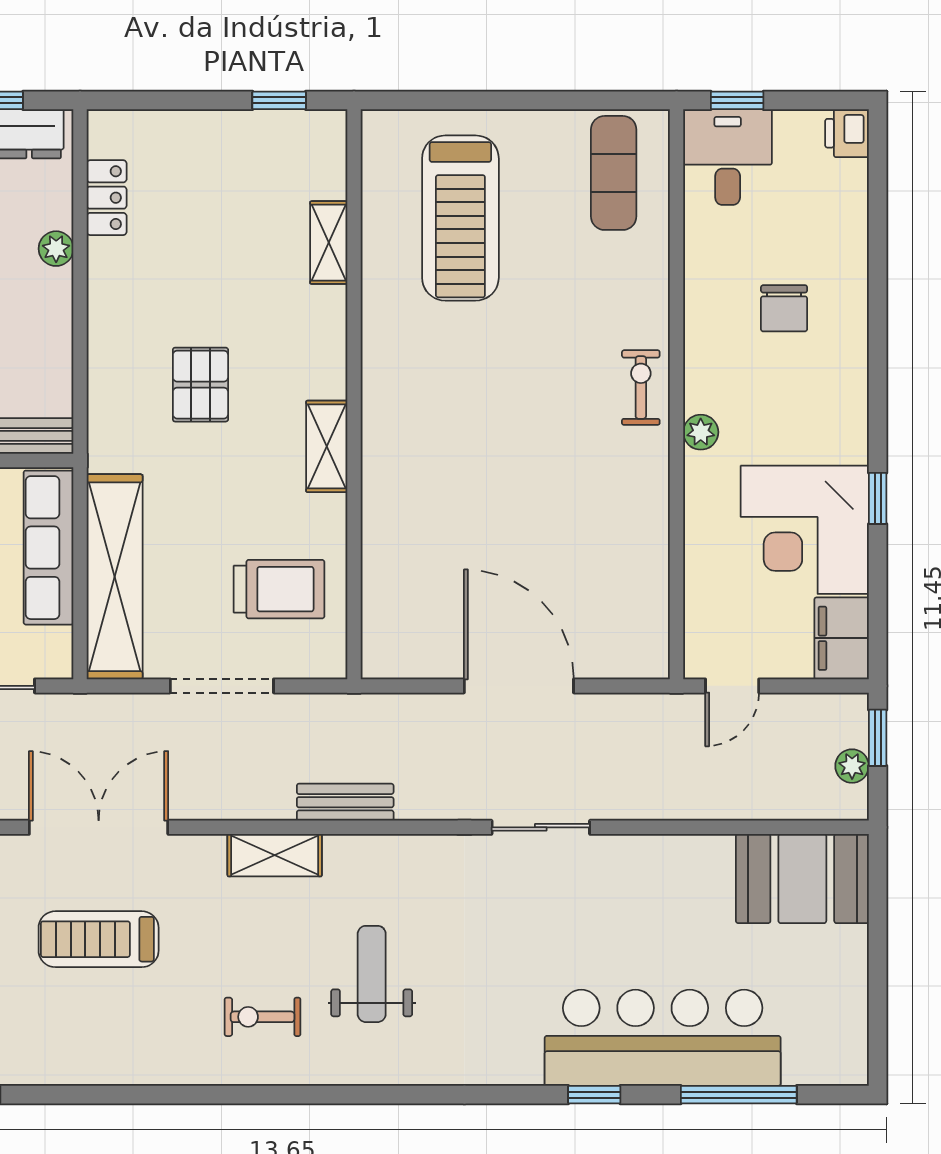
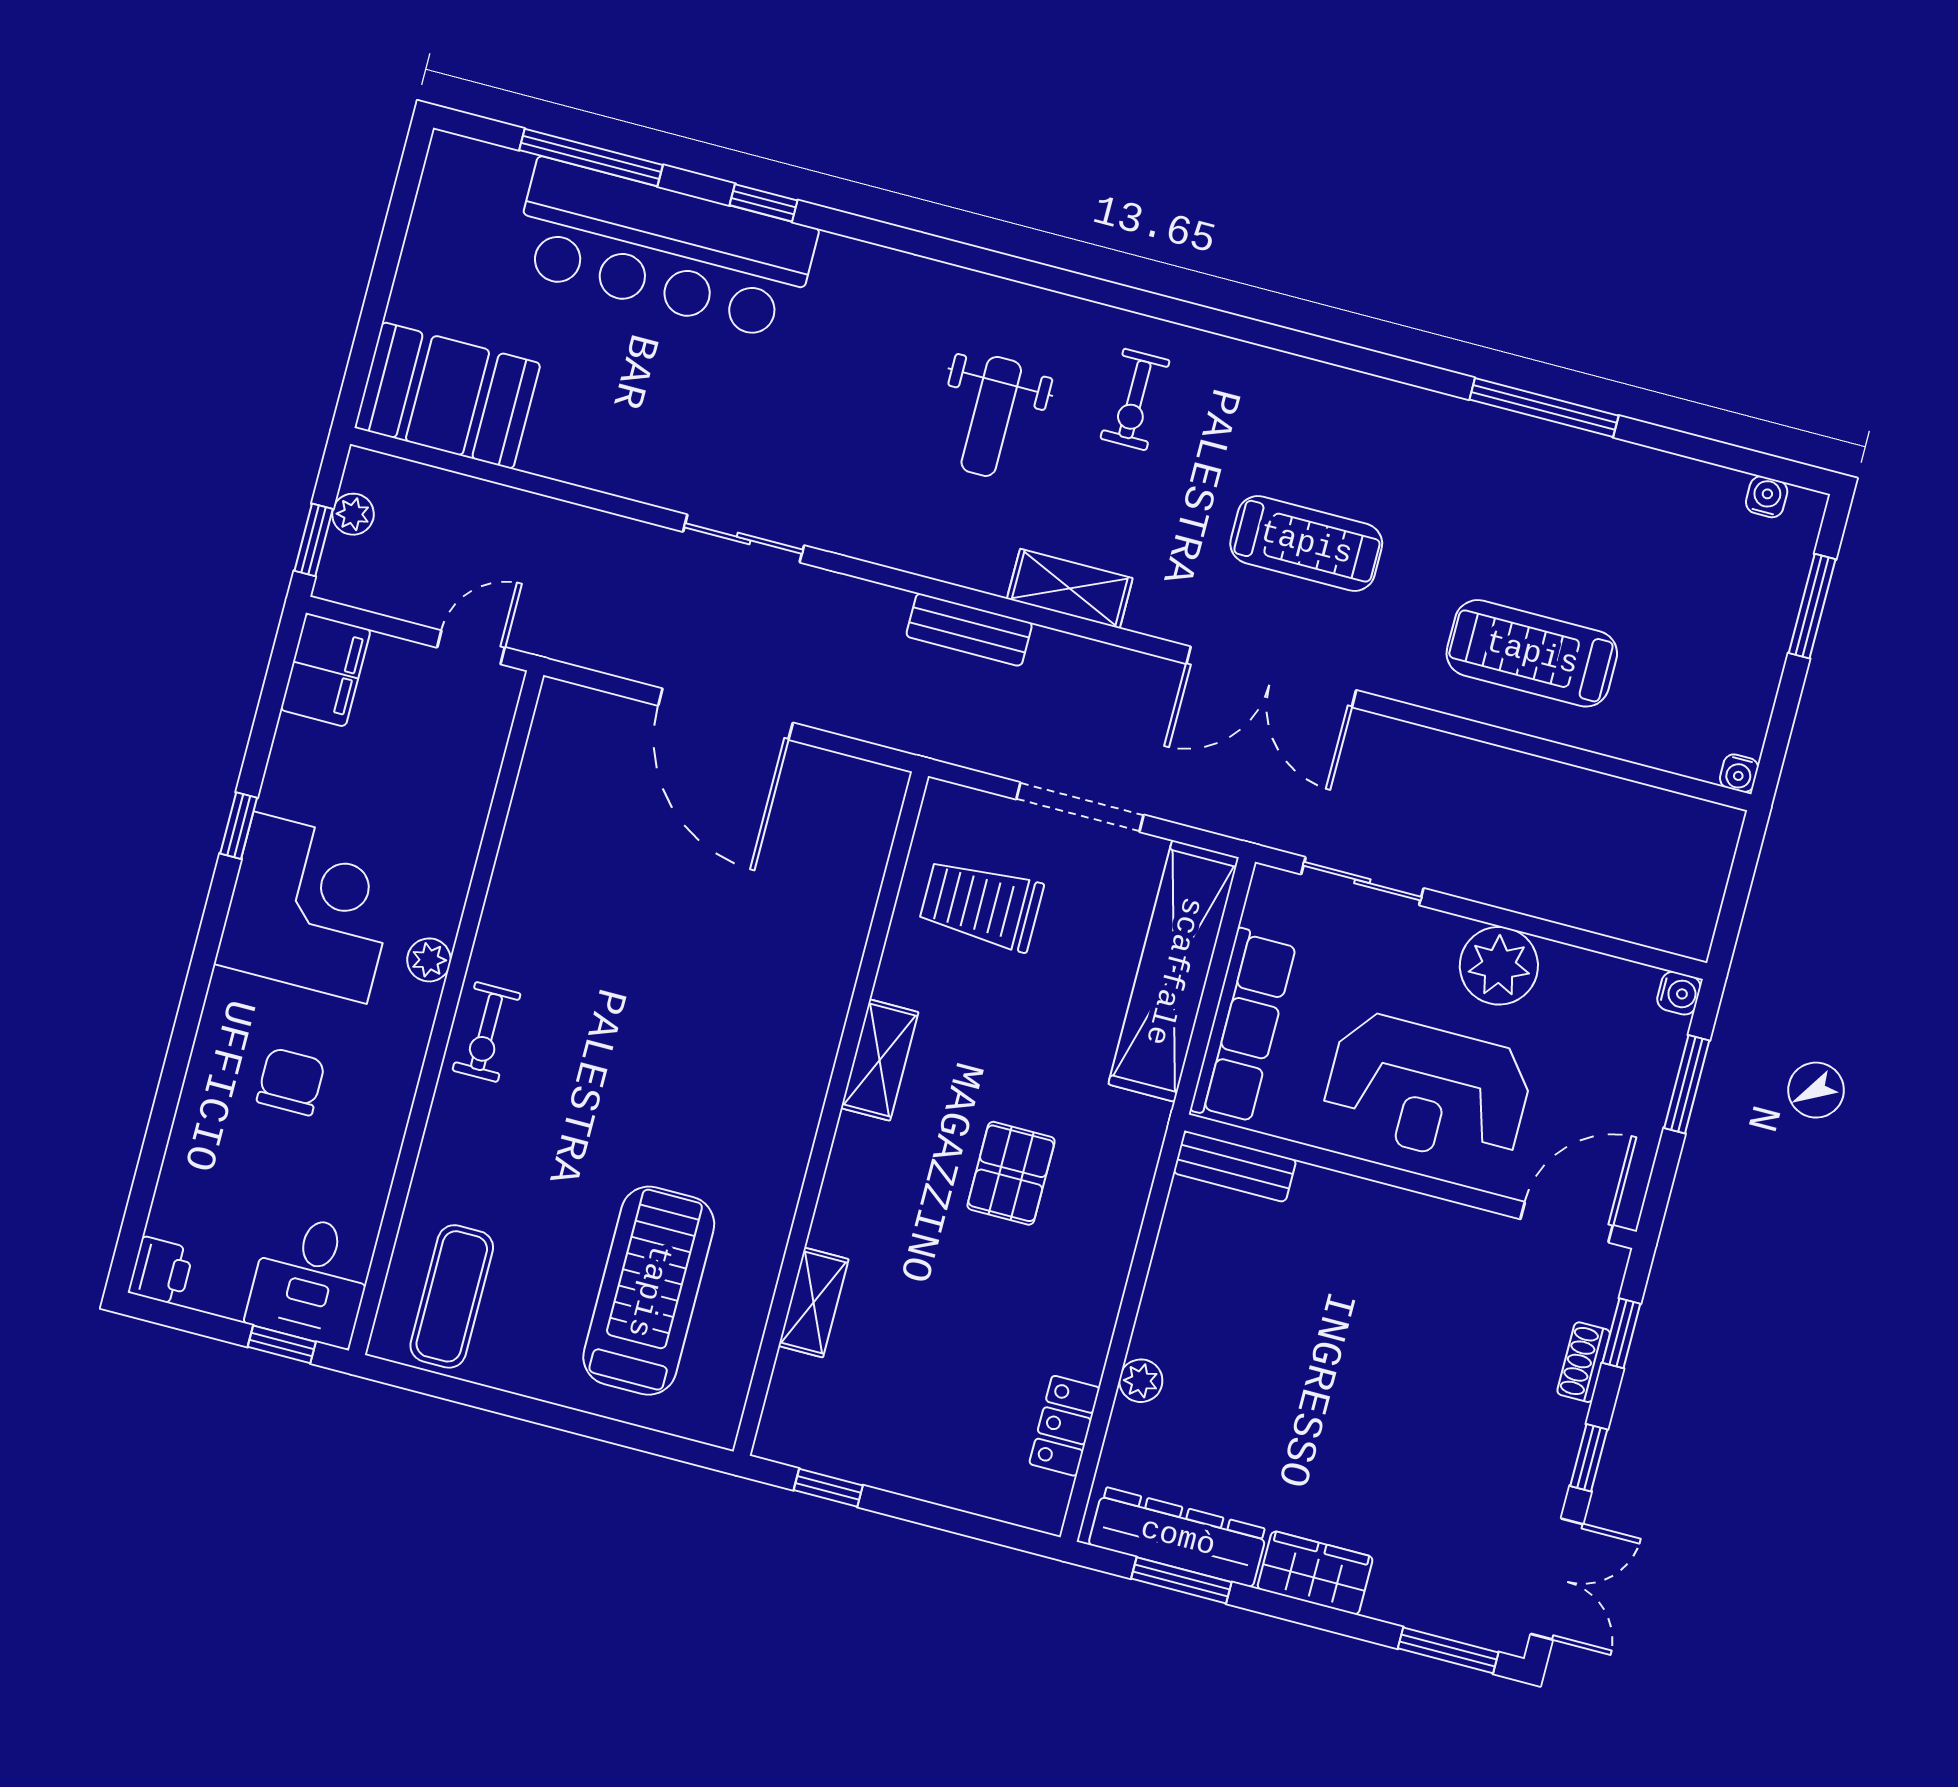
corner desk: (805, 530) -> (310, 908), moved
exercise bike: (262, 1017) -> (1135, 399), turned 90

